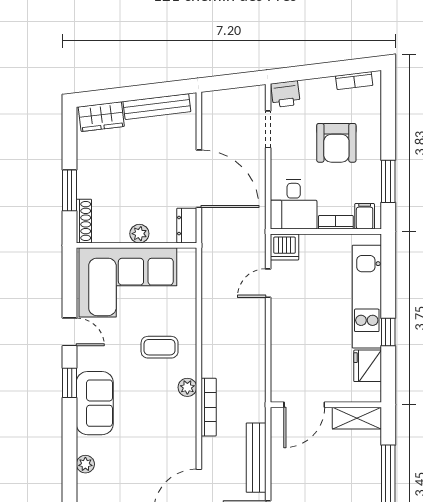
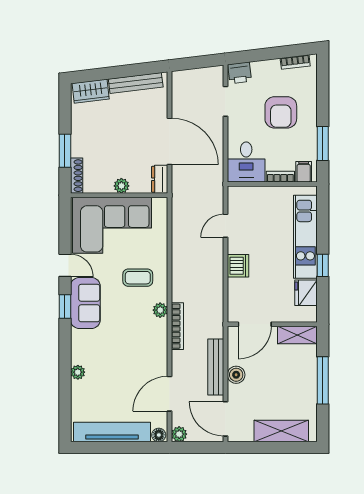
dishwasher: (285, 247) -> (238, 266), moved, turned -90
sofa: (95, 403) -> (85, 303), moved
boiler: (281, 467) -> (236, 375), added

